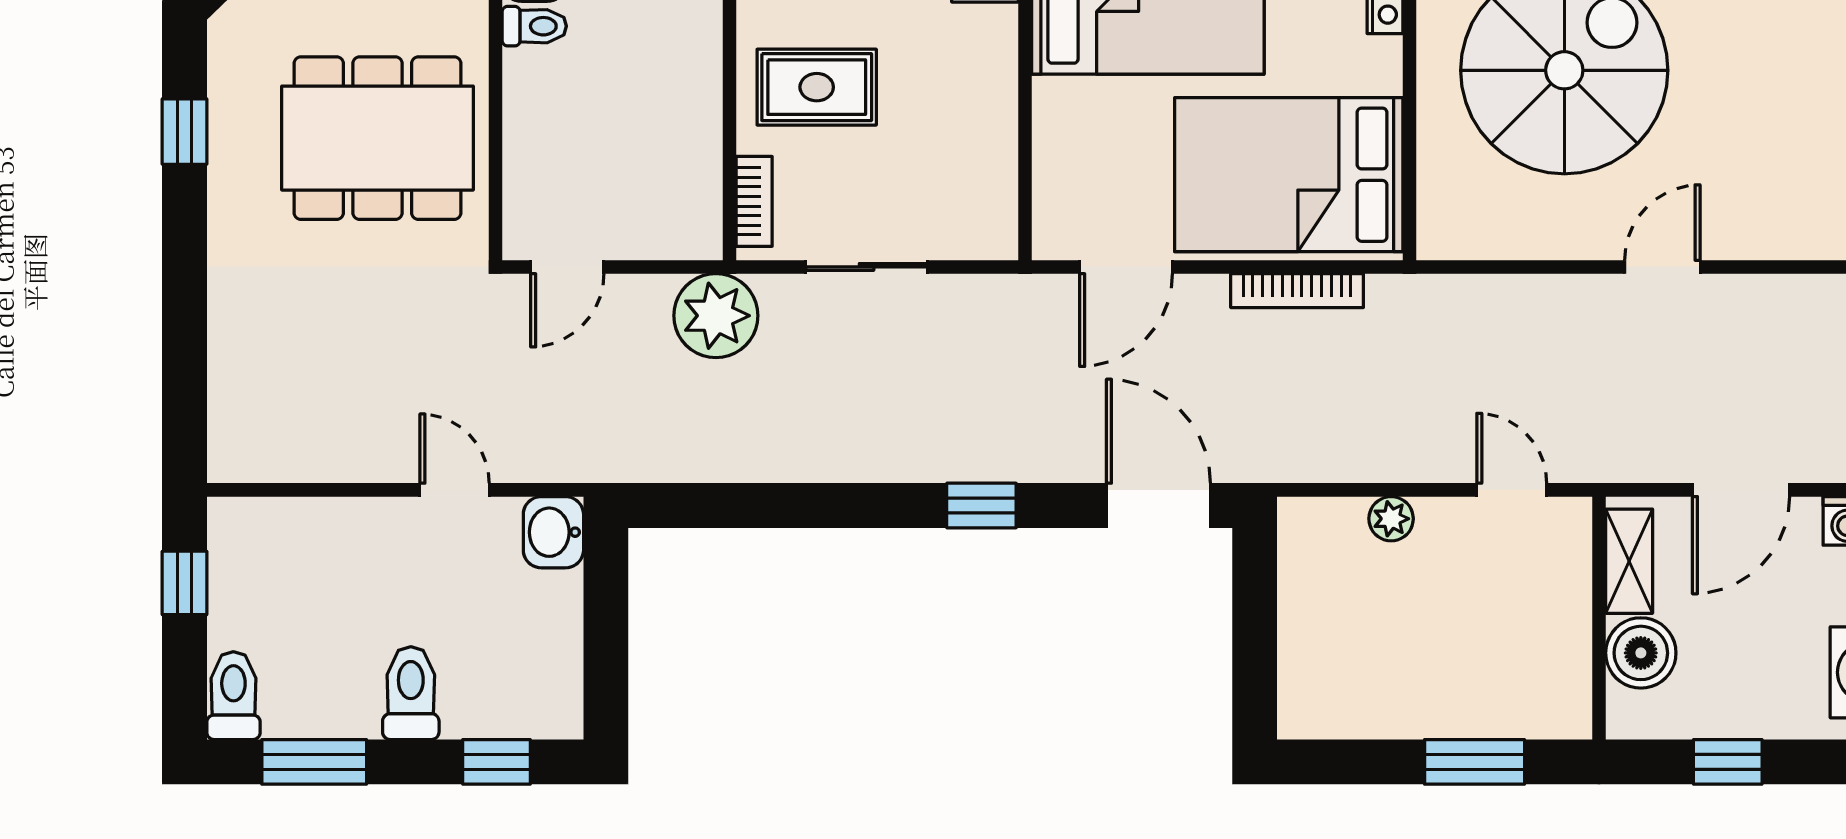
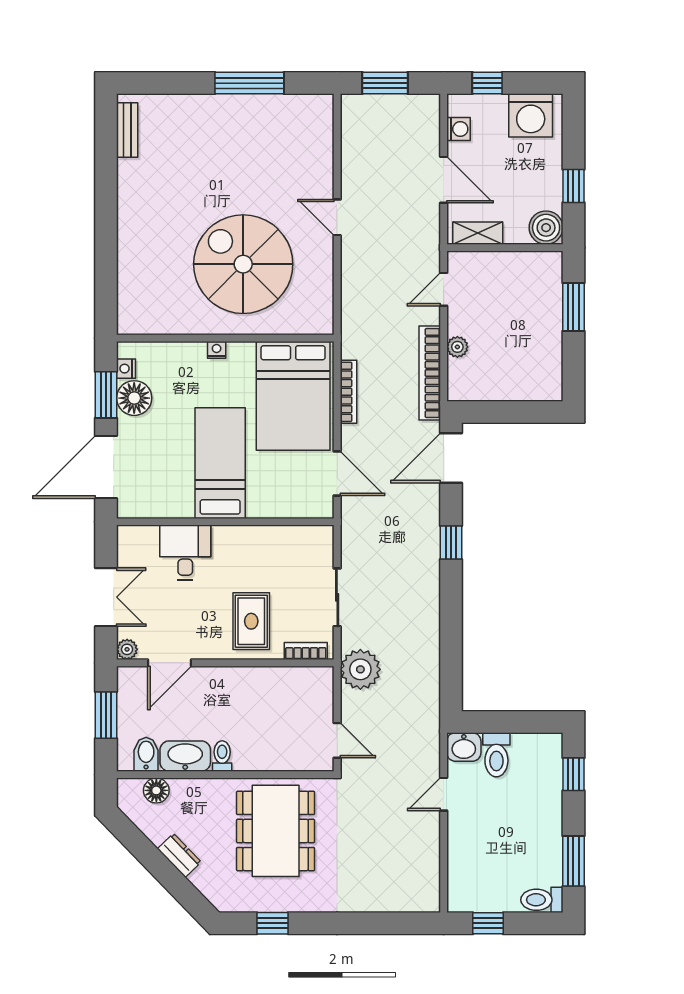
bookcase: (1336, 461) -> (430, 373), added
boiler: (1641, 653) -> (546, 228), moved
toilet: (411, 693) -> (496, 755), moved, turned -90

